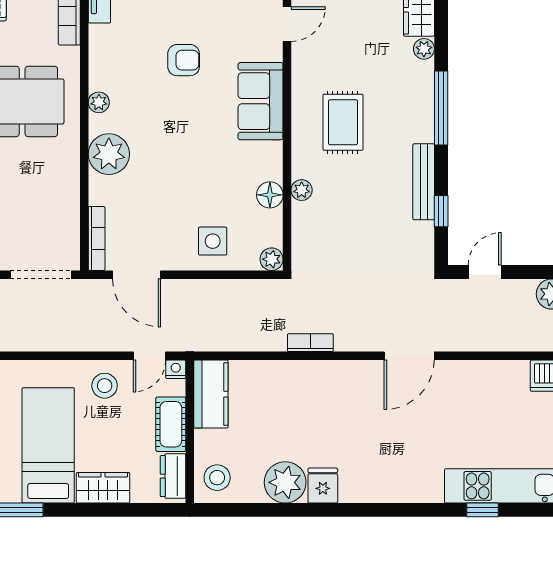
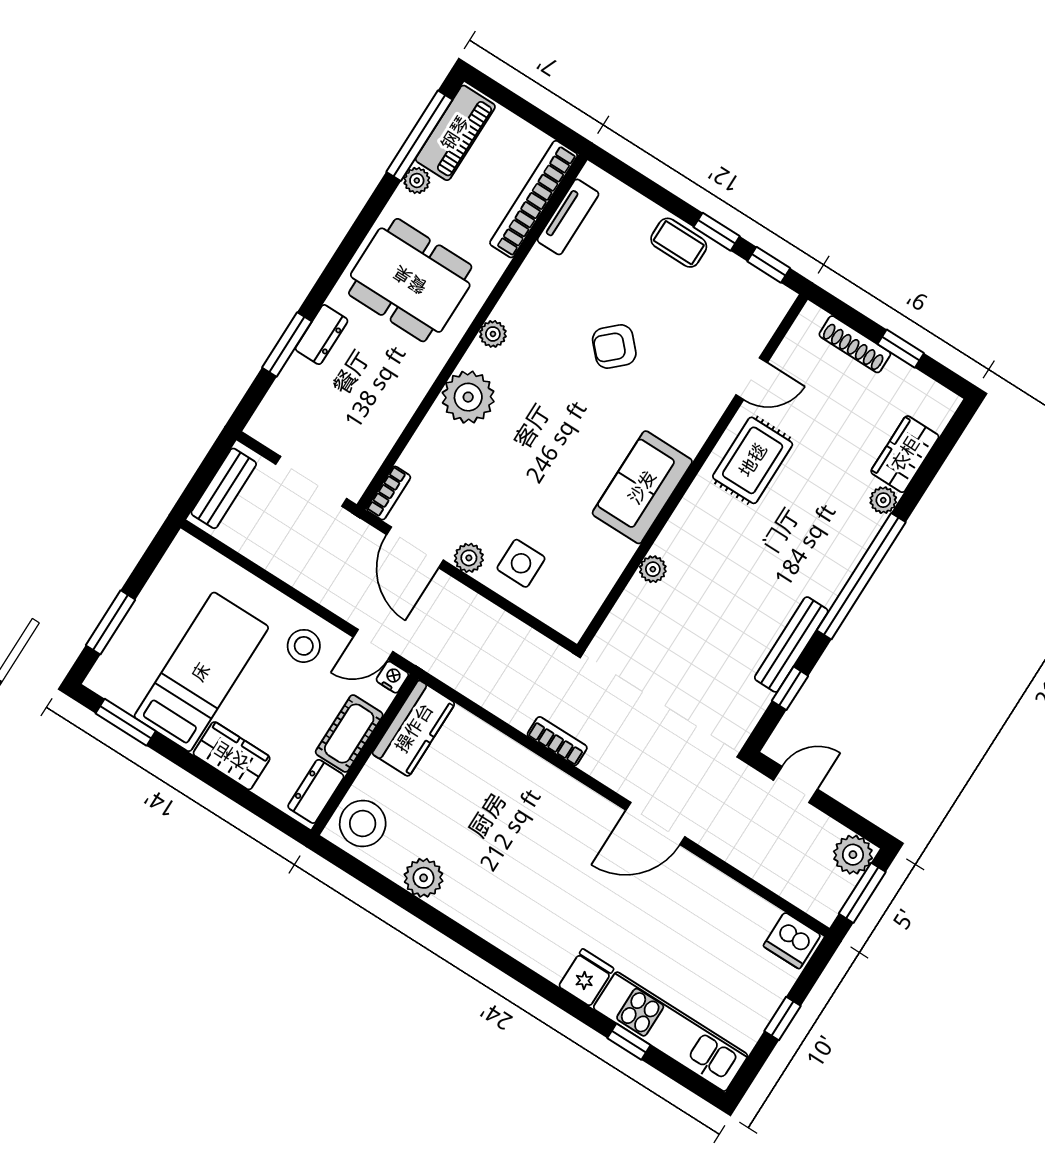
armchair: (184, 60) -> (614, 347), turned 137
sofa: (261, 101) -> (642, 487), moved
window: (441, 108) -> (861, 576), width x1.46
rug: (343, 122) -> (753, 460), moved
floor lamp: (270, 195) -> (615, 552), removed
bookcase: (97, 239) -> (389, 493), width x0.64
plant: (272, 259) -> (469, 558), moved
stool: (217, 478) -> (363, 824), width x1.38, depth x1.38
plant: (285, 482) -> (424, 878), width x0.73, depth x0.73
fridge: (323, 486) -> (586, 977), moved

